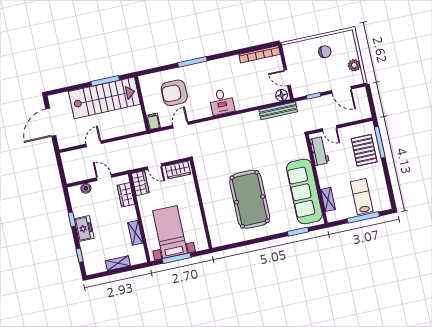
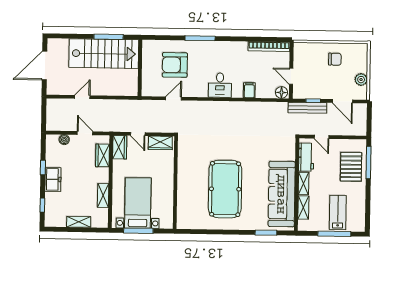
bench: (278, 111) -> (307, 108), moved
filing cabinet: (153, 121) -> (249, 90), moved
shelving: (323, 177) -> (304, 183), added

